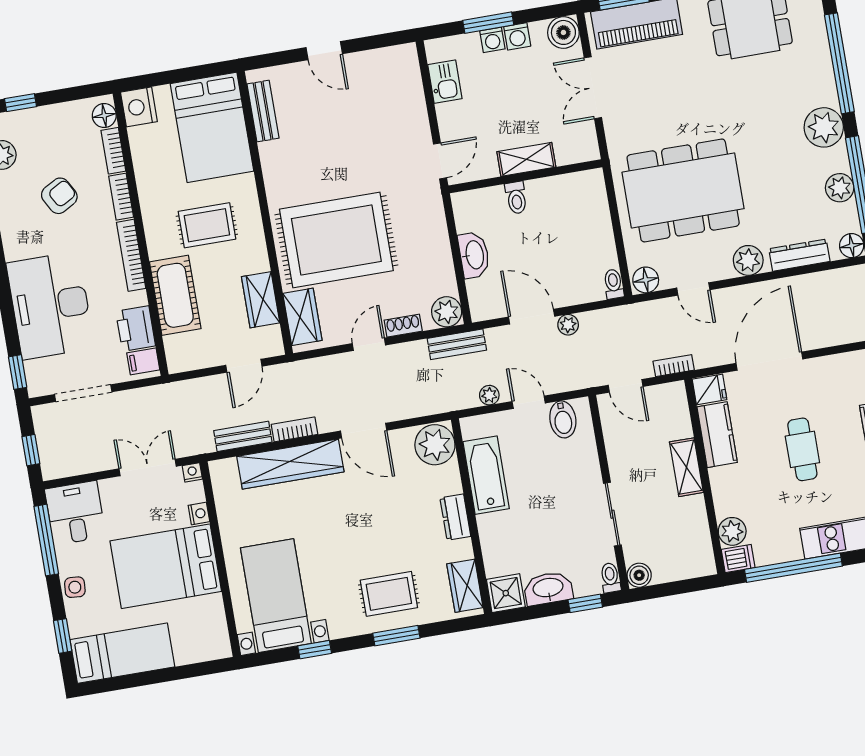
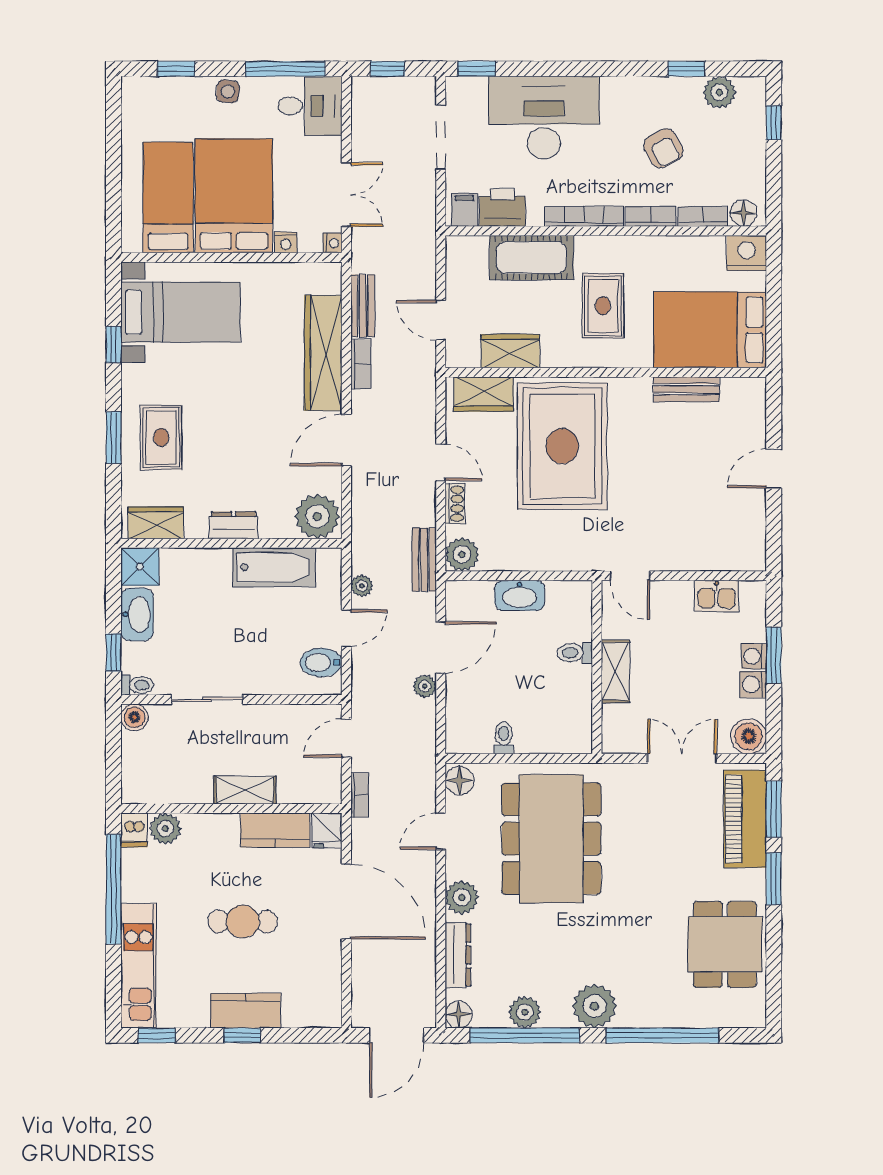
bench: (263, 111) -> (686, 389), moved
toilet: (614, 284) -> (504, 738), moved, turned -90
bed: (122, 653) -> (168, 198), moved, turned 180

